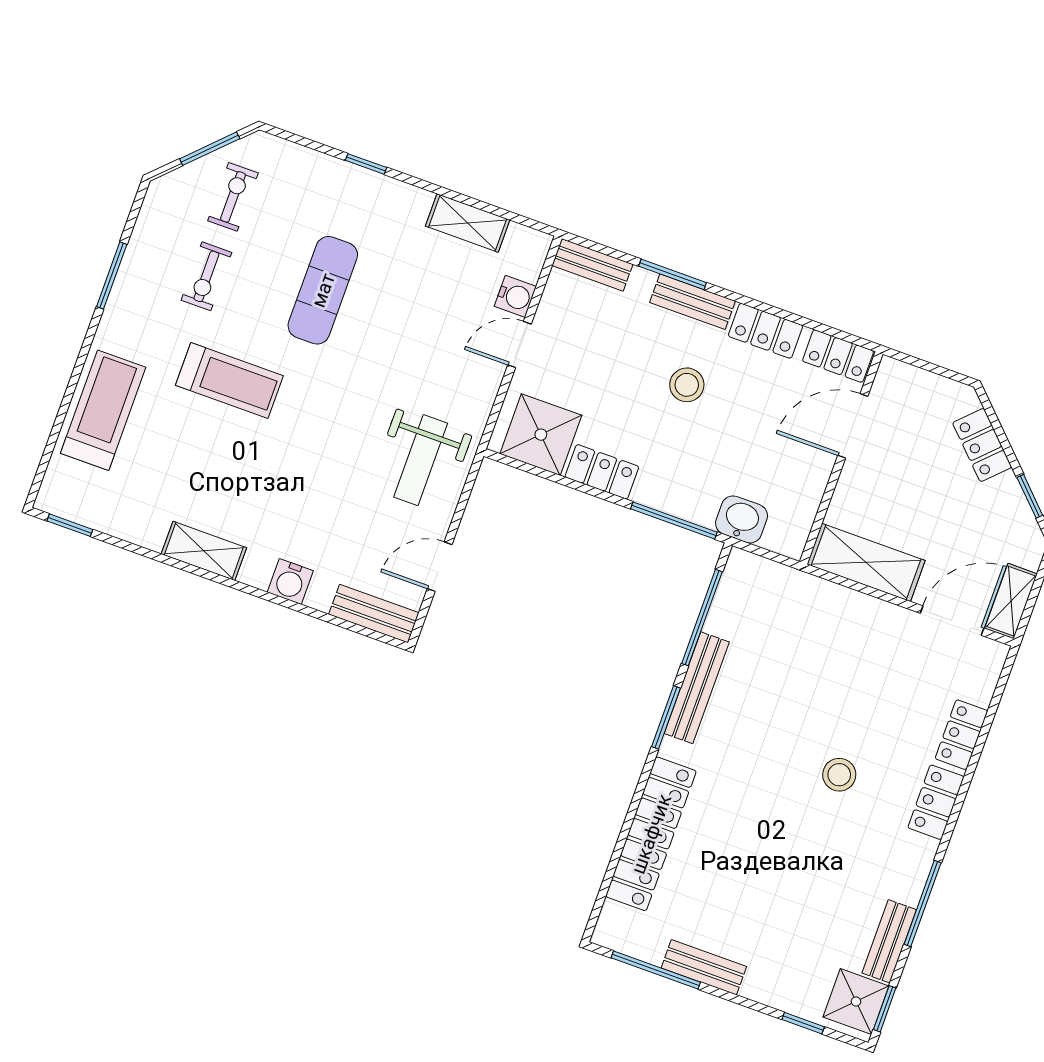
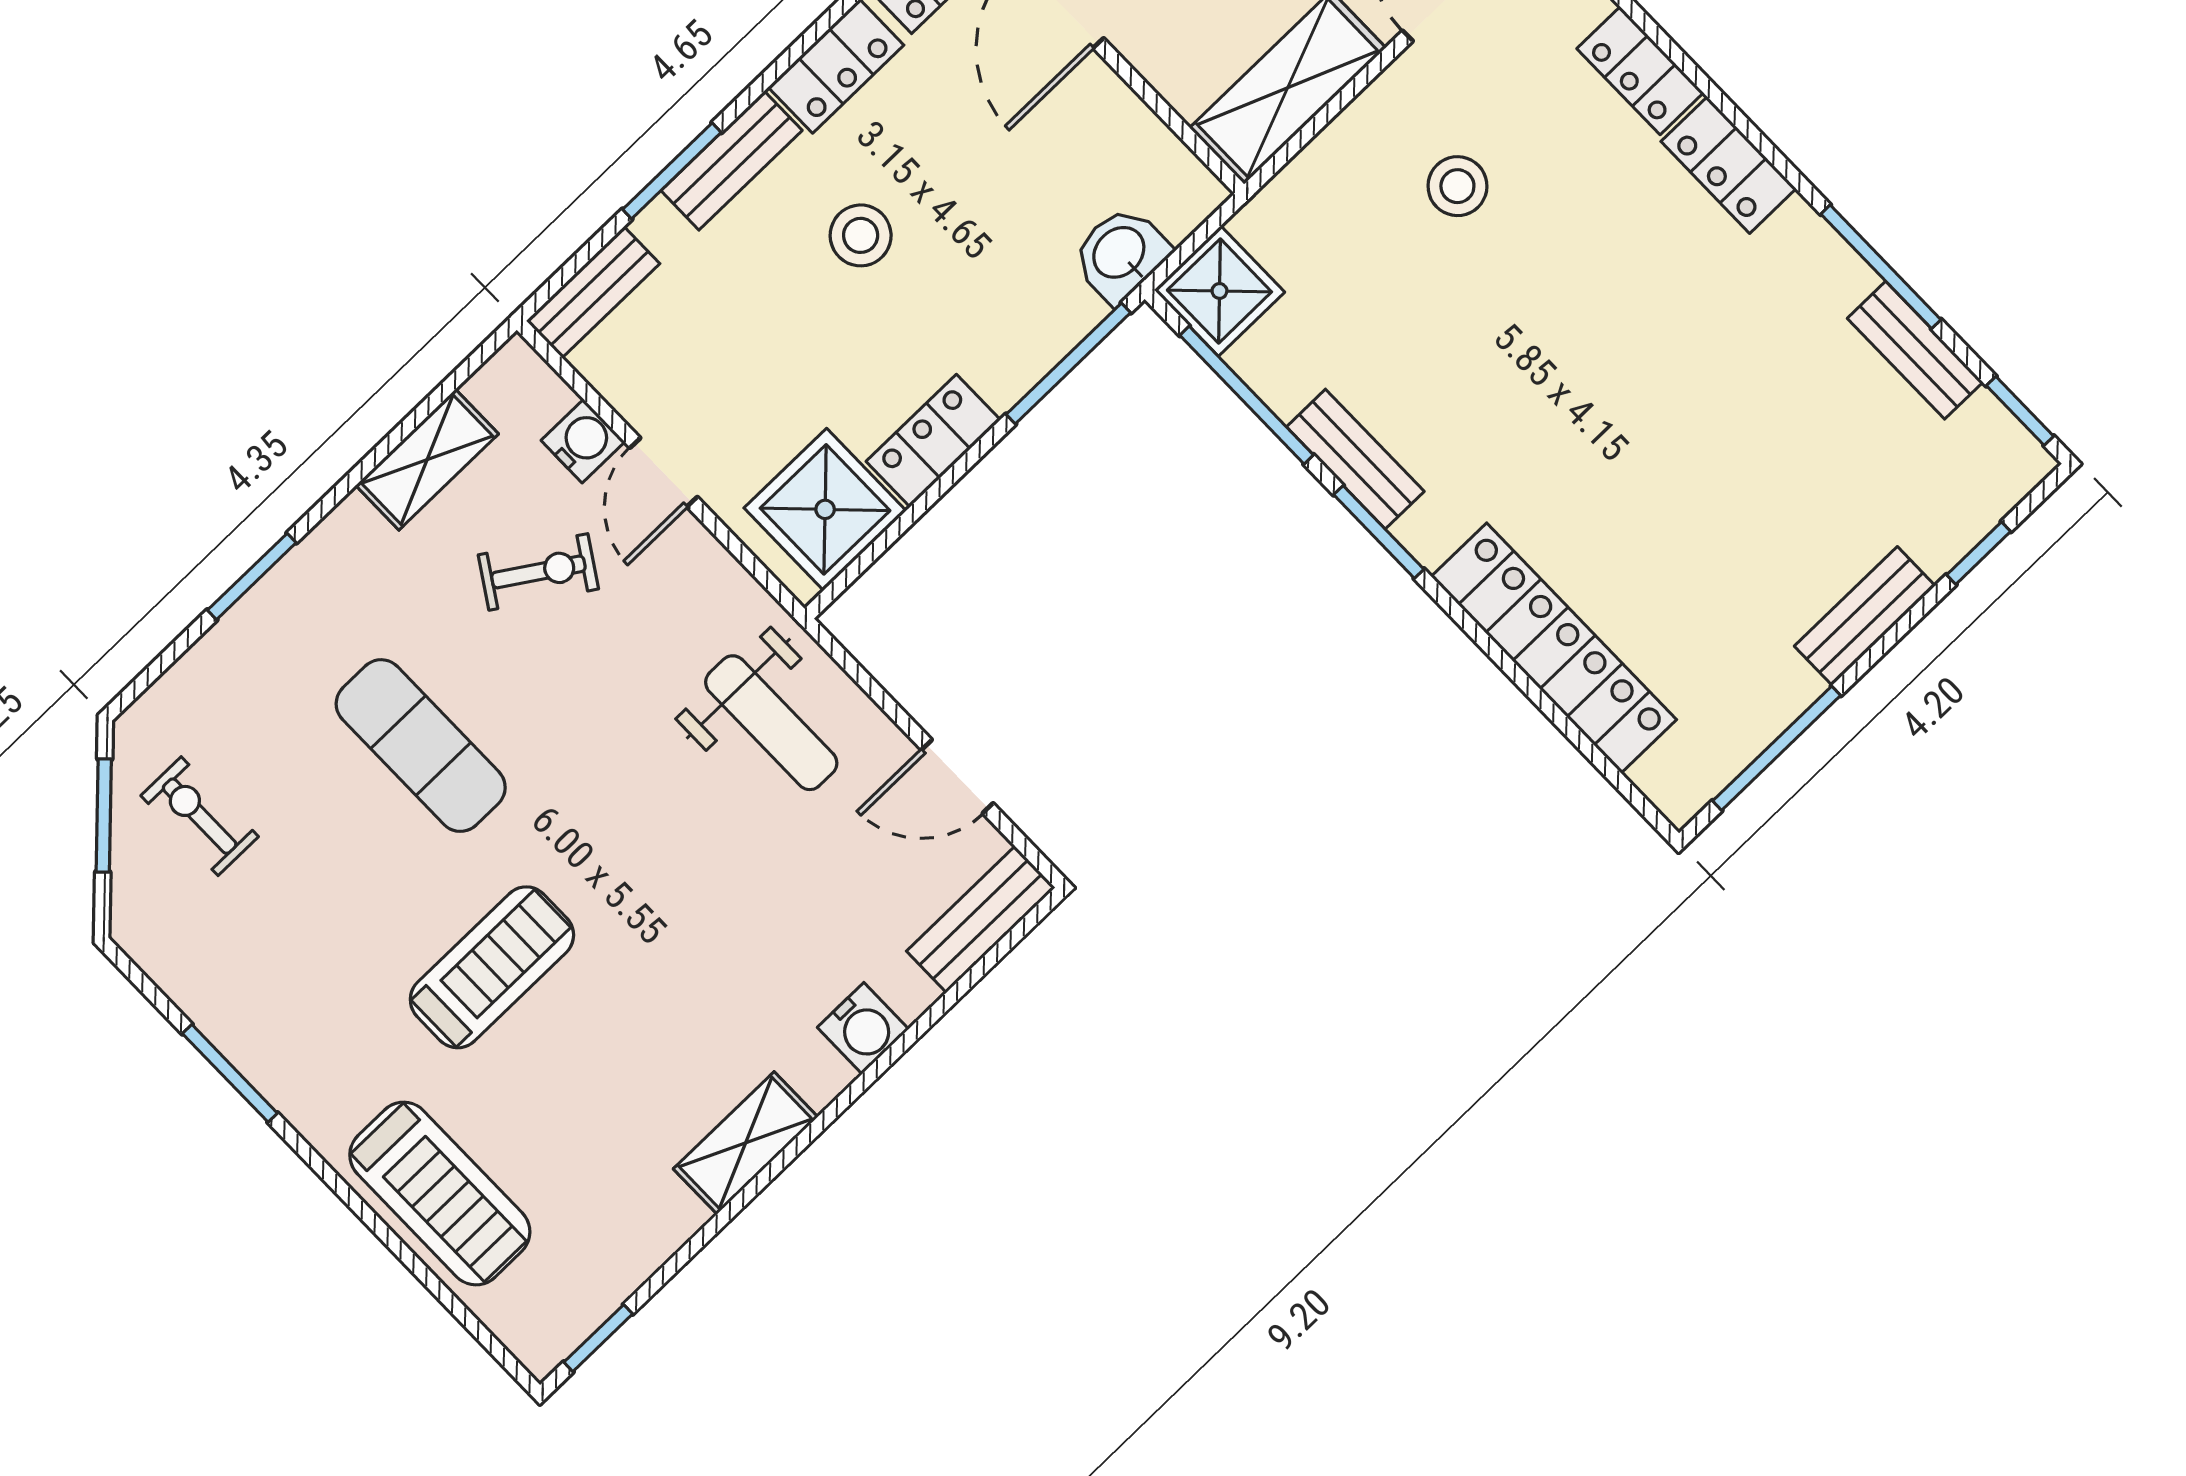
window: (366, 164) -> (252, 576), width x1.50
exercise bike: (206, 276) -> (538, 572), moved, turned -57
treadmill: (103, 410) -> (440, 1193), turned 180
door: (440, 567) -> (957, 776), hinge flipped
bench: (697, 688) -> (1355, 459), width x0.73
stool: (839, 775) -> (1457, 186), moved
bench: (704, 967) -> (1865, 616), moved
shower: (856, 1001) -> (1219, 291), moved

